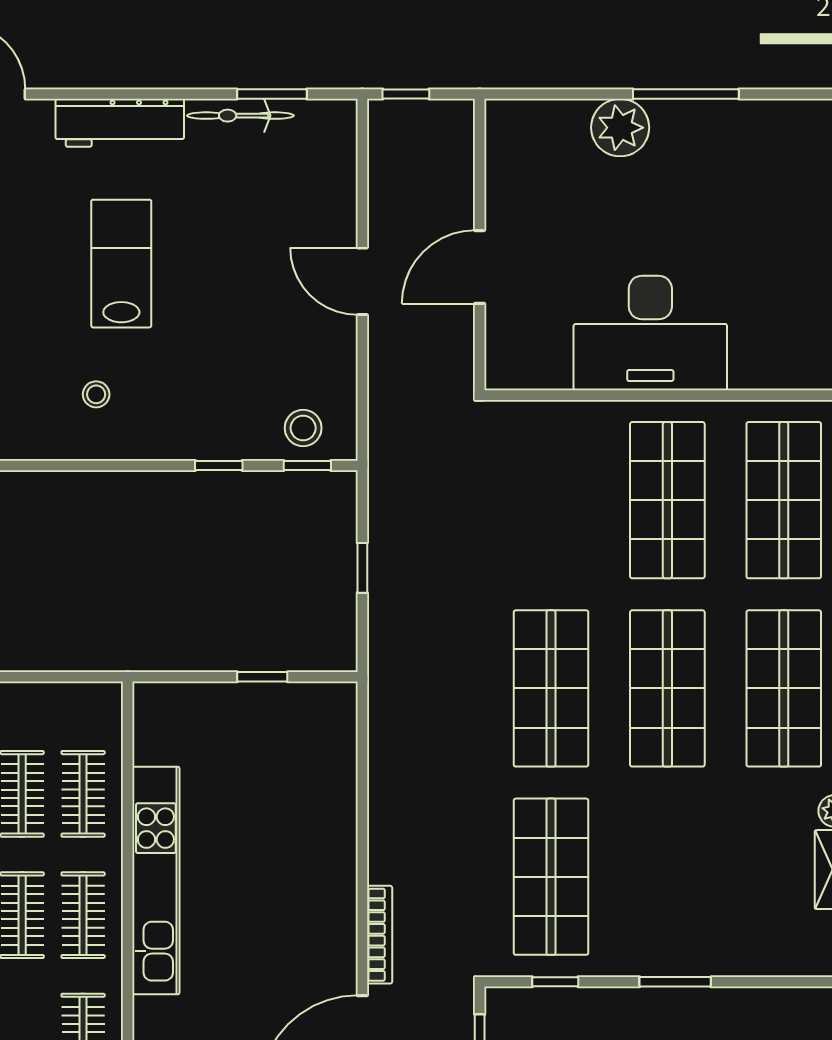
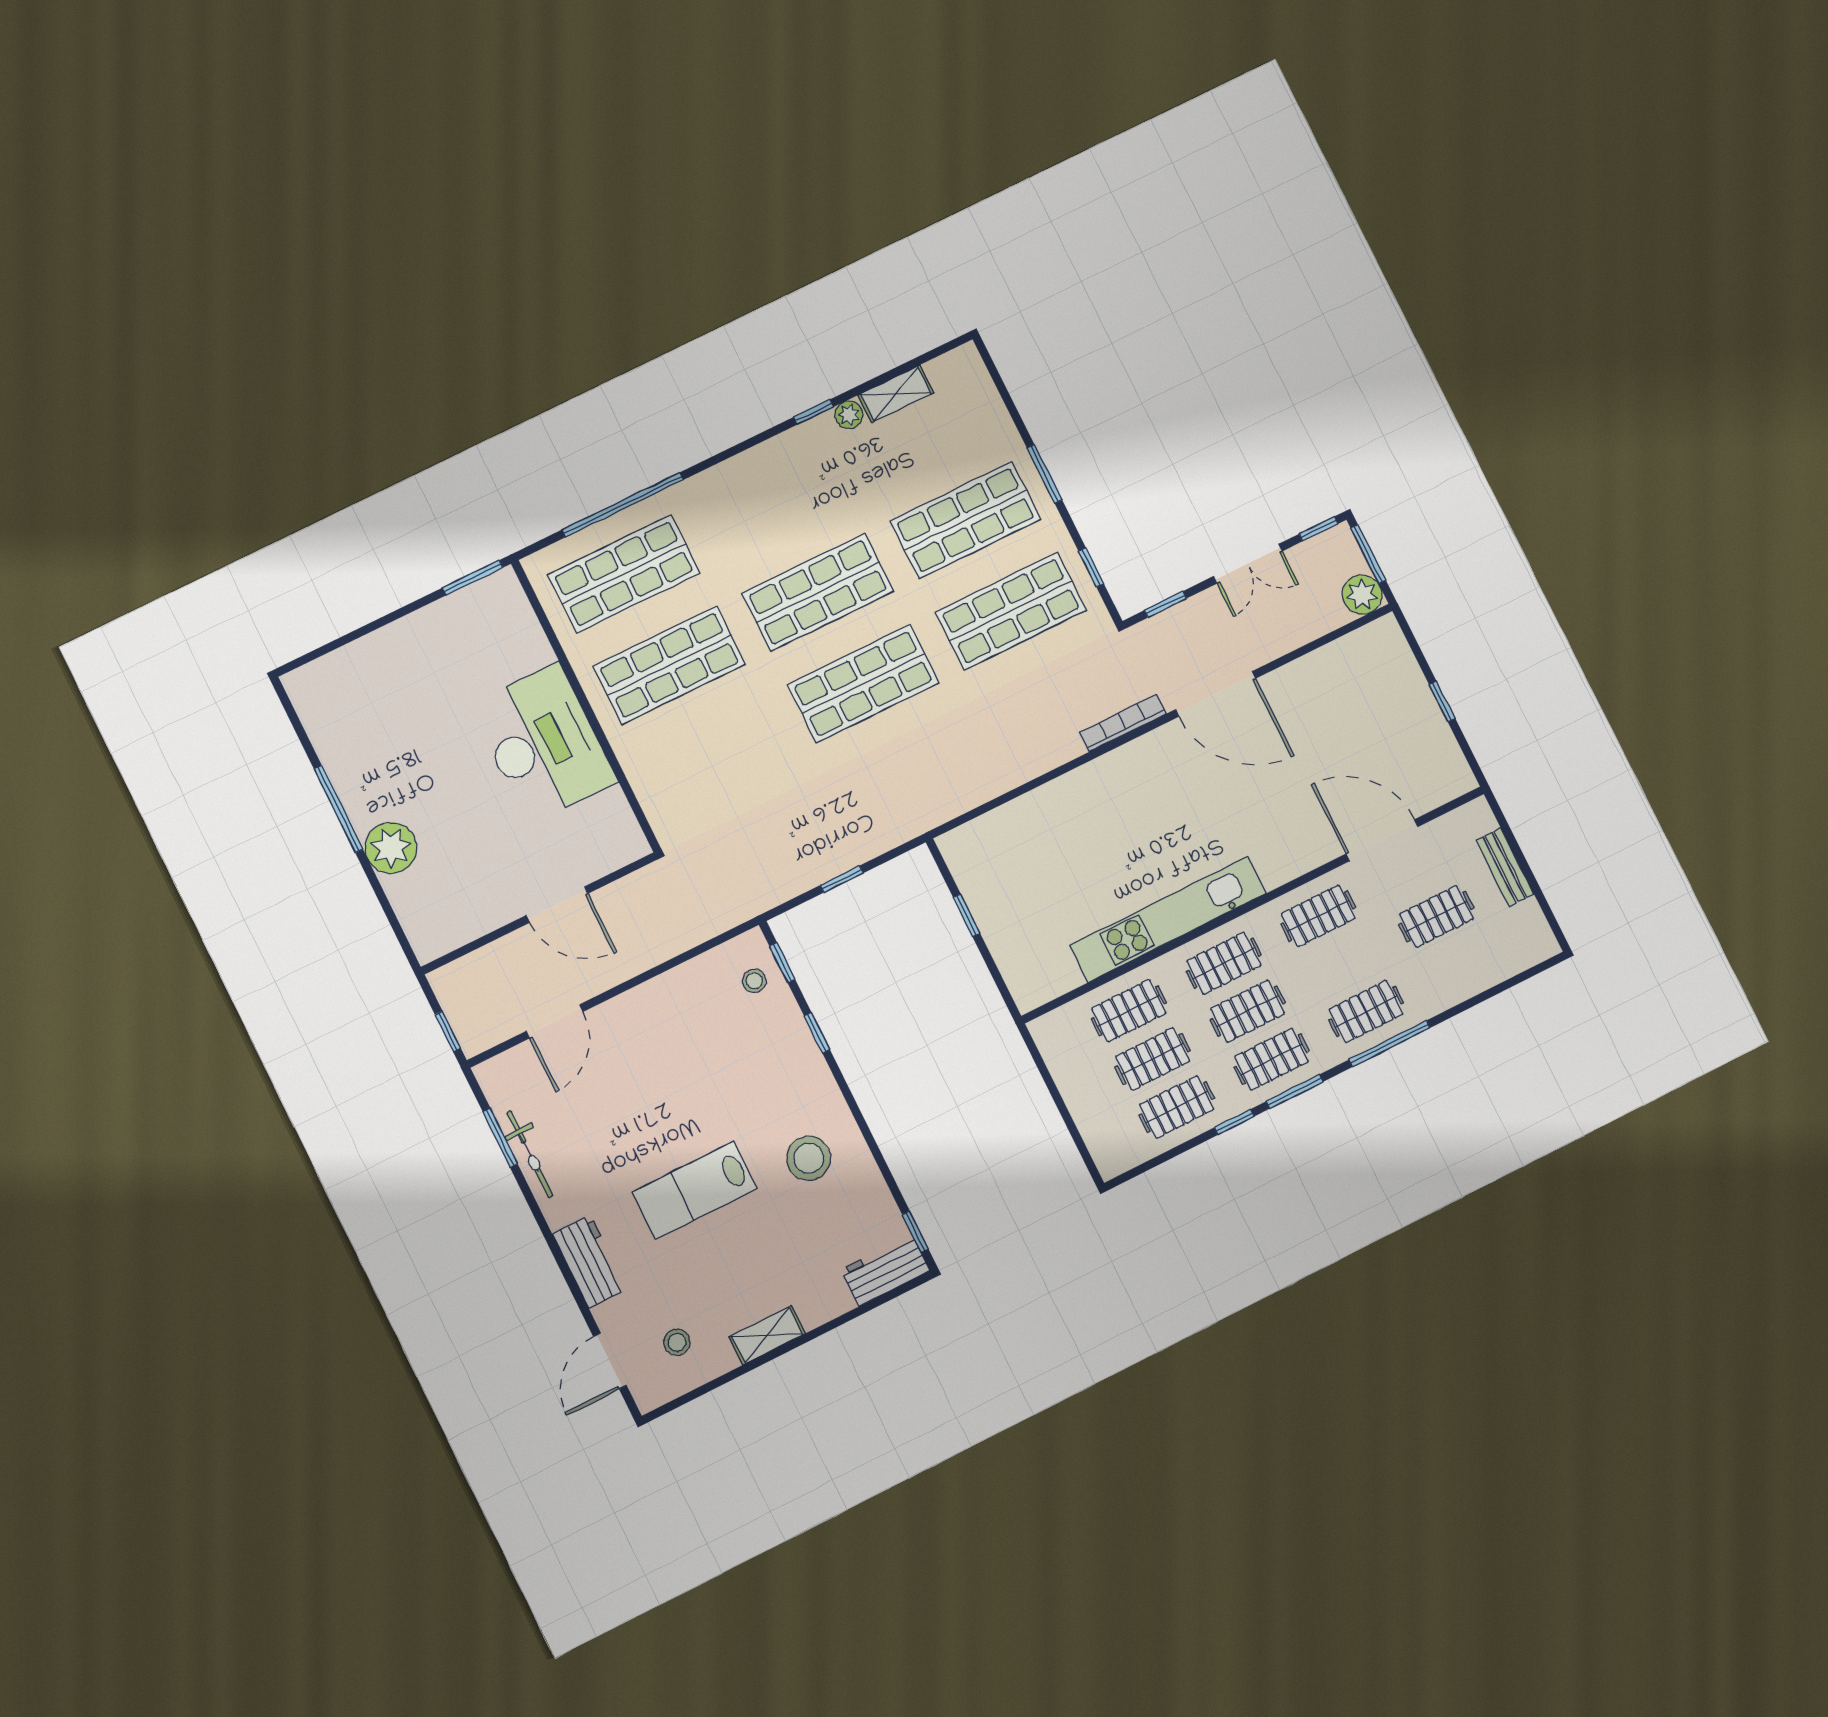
workbench: (120, 123) -> (590, 1262), width x0.73
door: (362, 281) -> (555, 1021), moved
stool: (96, 394) -> (809, 1158), width x1.89, depth x1.89
stool: (303, 428) -> (754, 981), width x0.73, depth x0.73
shop shelf: (784, 688) -> (965, 520), moved

